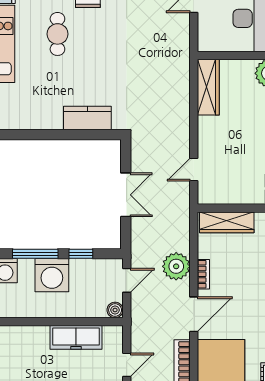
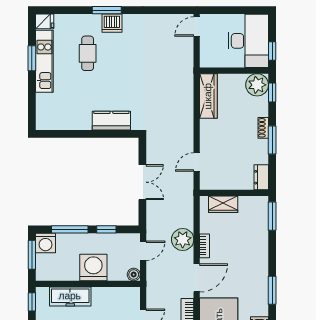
wardrobe: (227, 222) -> (223, 204), width x0.67
washing machine: (52, 275) -> (93, 268), moved, turned 180
freezer: (76, 337) -> (70, 296), moved

